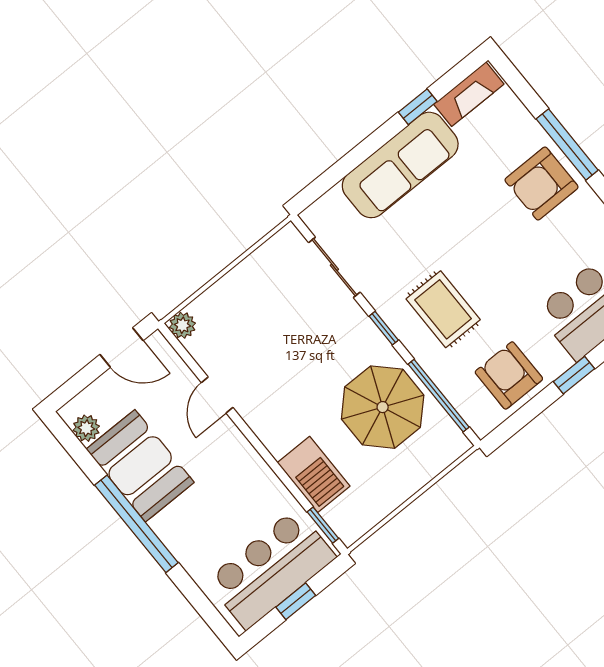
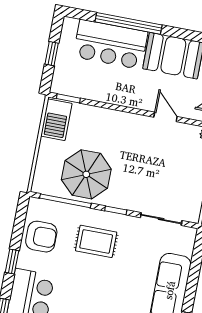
barbecue: (314, 474) -> (56, 120), moved, turned -90
window: (136, 524) -> (128, 23), moved
bar counter: (271, 569) -> (110, 44), moved, turned 90

